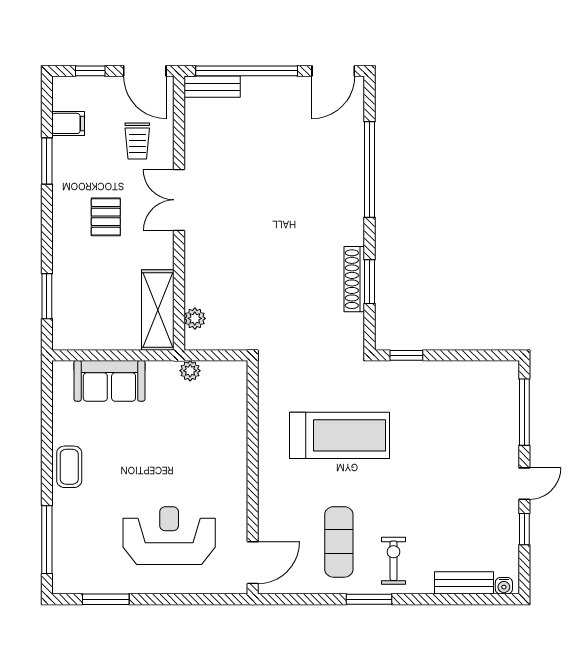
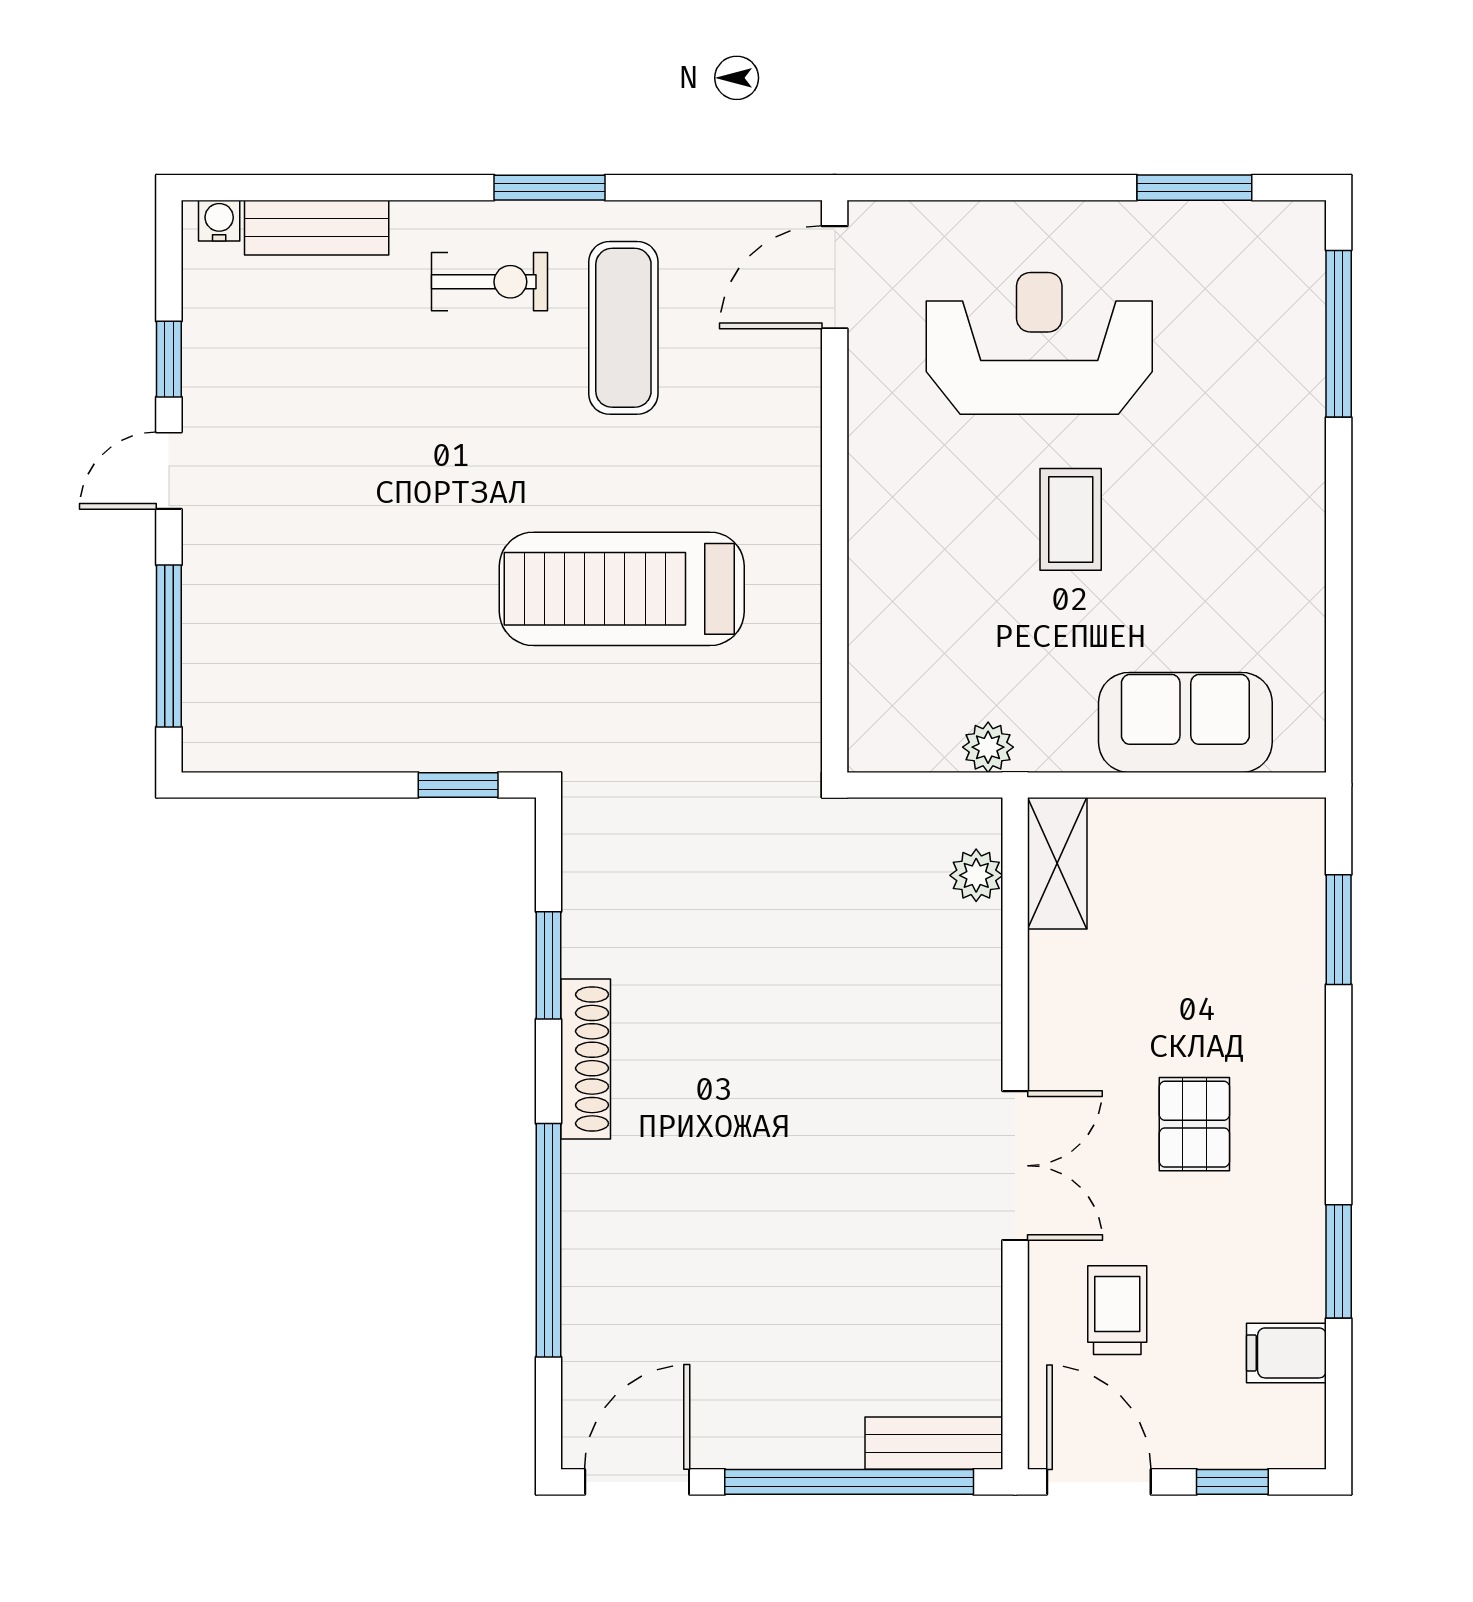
shoe rack: (354, 279) -> (586, 1059), moved
shelving: (158, 310) -> (1057, 863), width x0.67, depth x0.75
coffee table: (69, 467) -> (1071, 519), moved
reception desk: (169, 536) -> (1039, 343), turned 180
exercise bike: (394, 561) -> (490, 282), turned -90

